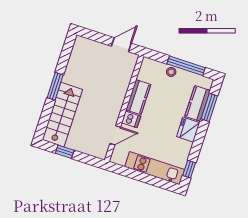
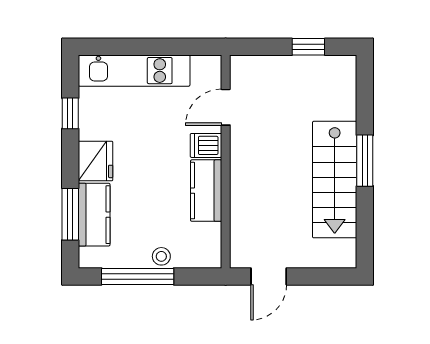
stairs: (62, 115) -> (335, 180), moved
window: (189, 169) -> (70, 113), moved

